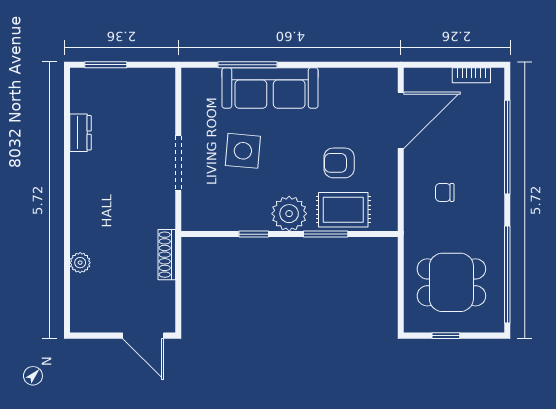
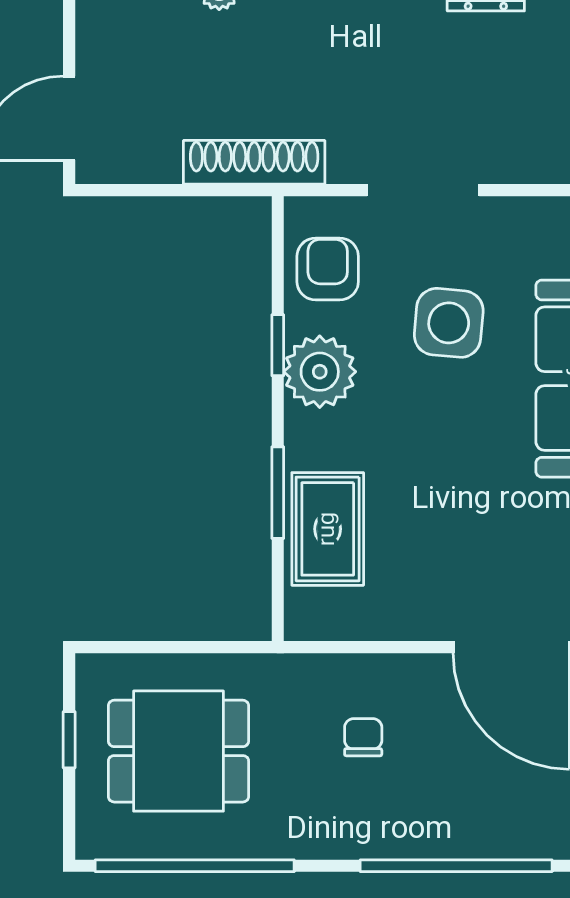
armchair: (339, 163) -> (328, 269), moved
plant: (289, 214) -> (320, 372), moved
shoe rack: (167, 255) -> (254, 162), width x1.36, depth x1.24
dining table: (451, 282) -> (178, 751), turned 90

